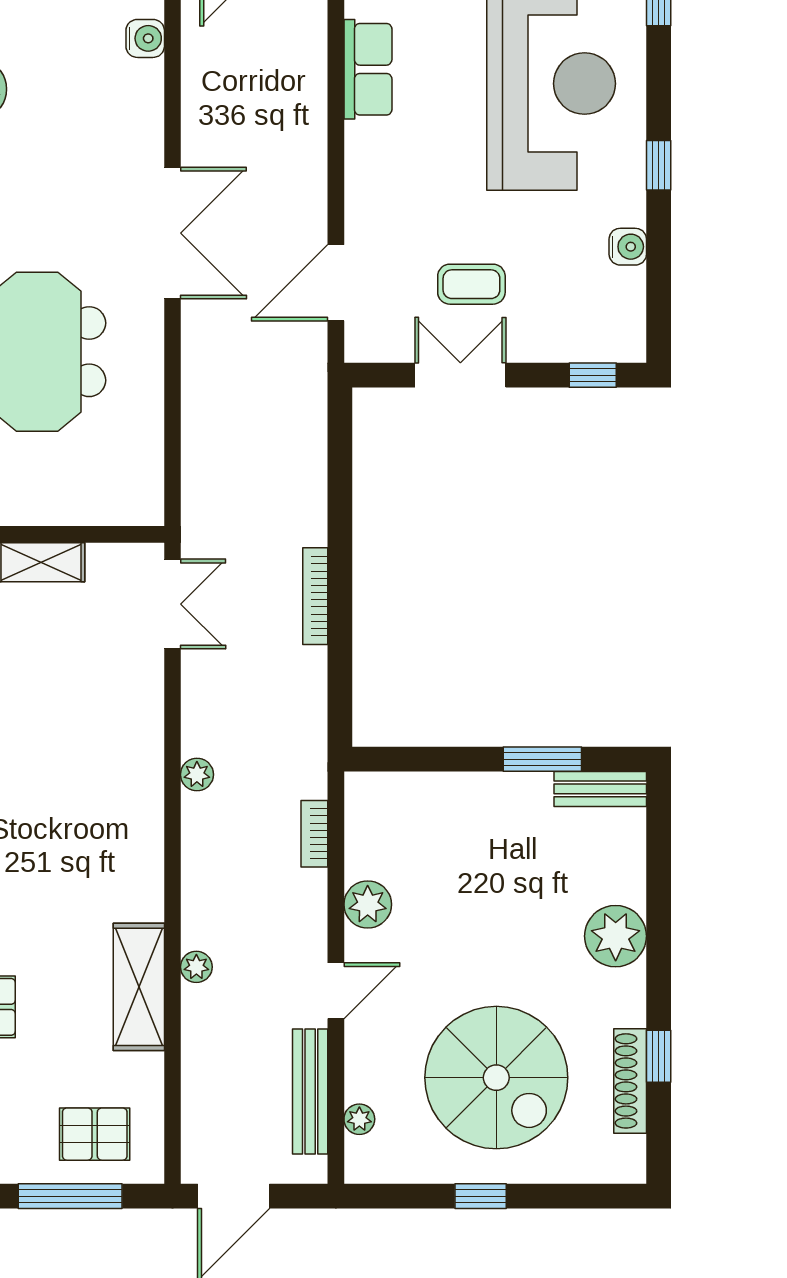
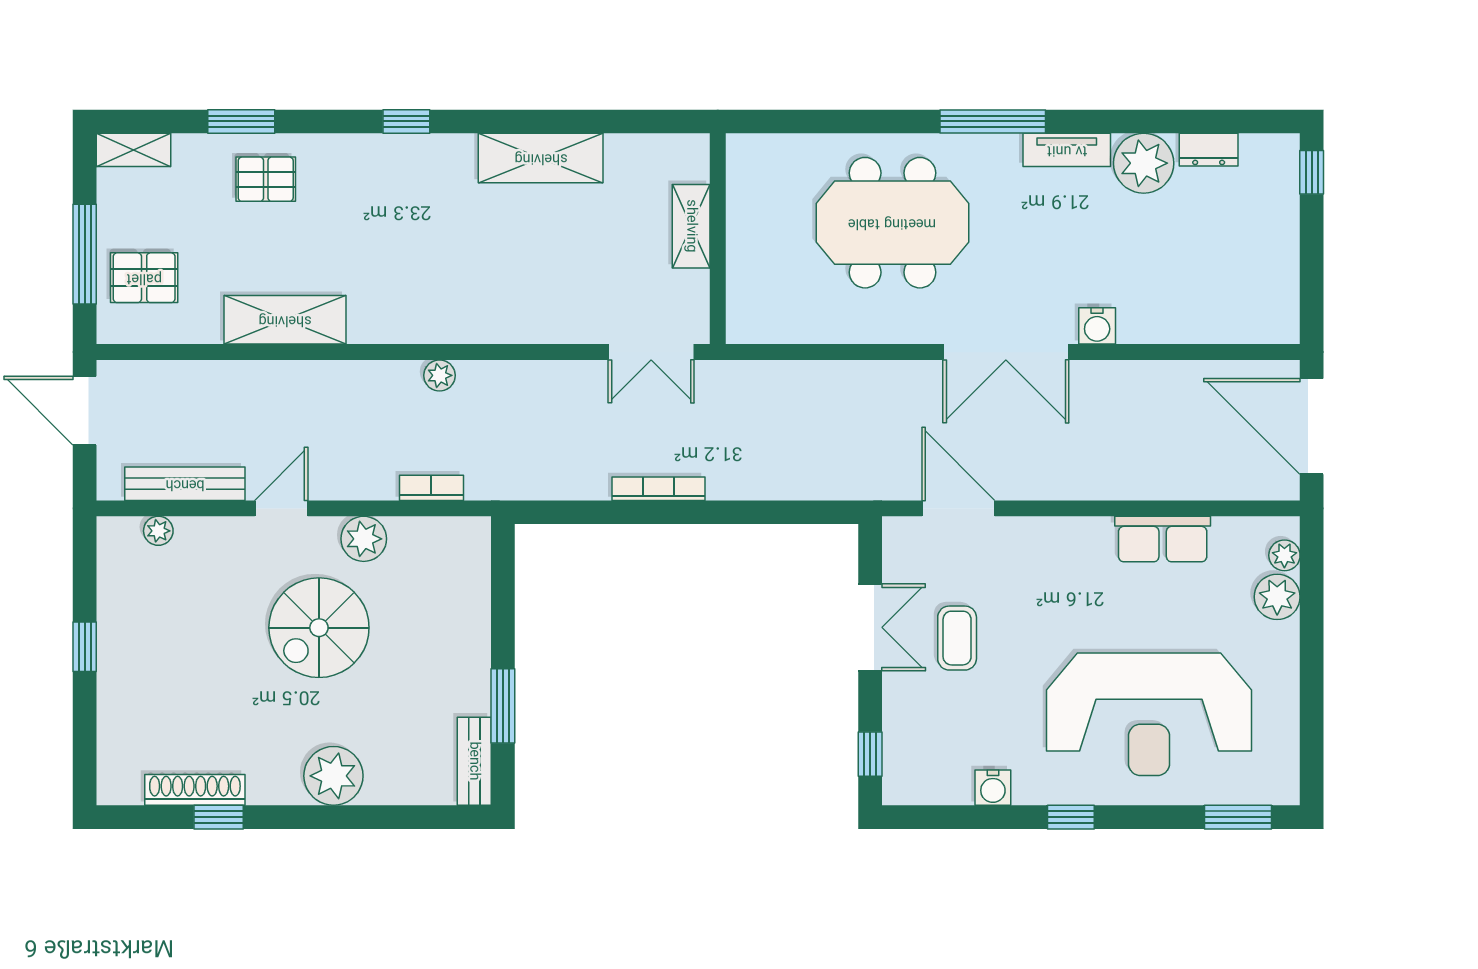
water cooler: (145, 38) -> (1097, 326), moved
plant: (197, 775) -> (440, 375), moved
plant: (196, 967) -> (304, 375), removed
door: (336, 991) -> (281, 508), swing flipped
spiral stairs: (496, 1078) -> (319, 628), moved, width x0.73, depth x0.73
pallet: (95, 1134) -> (144, 278), turned 90

